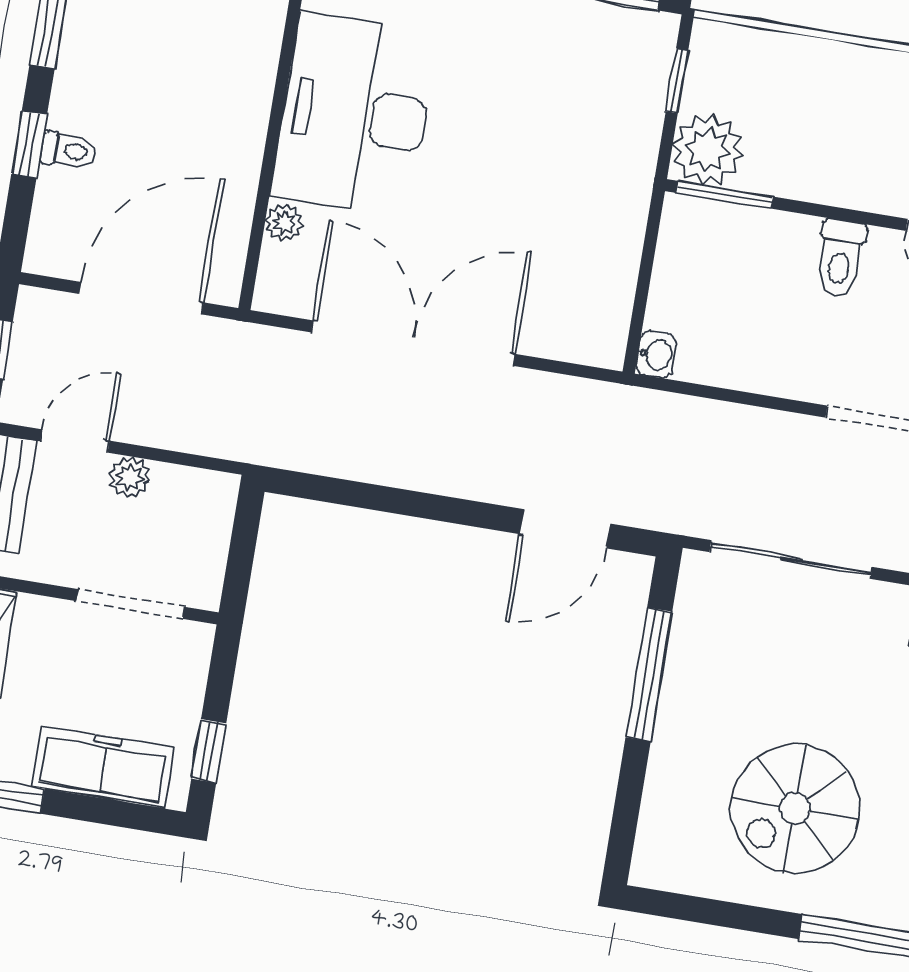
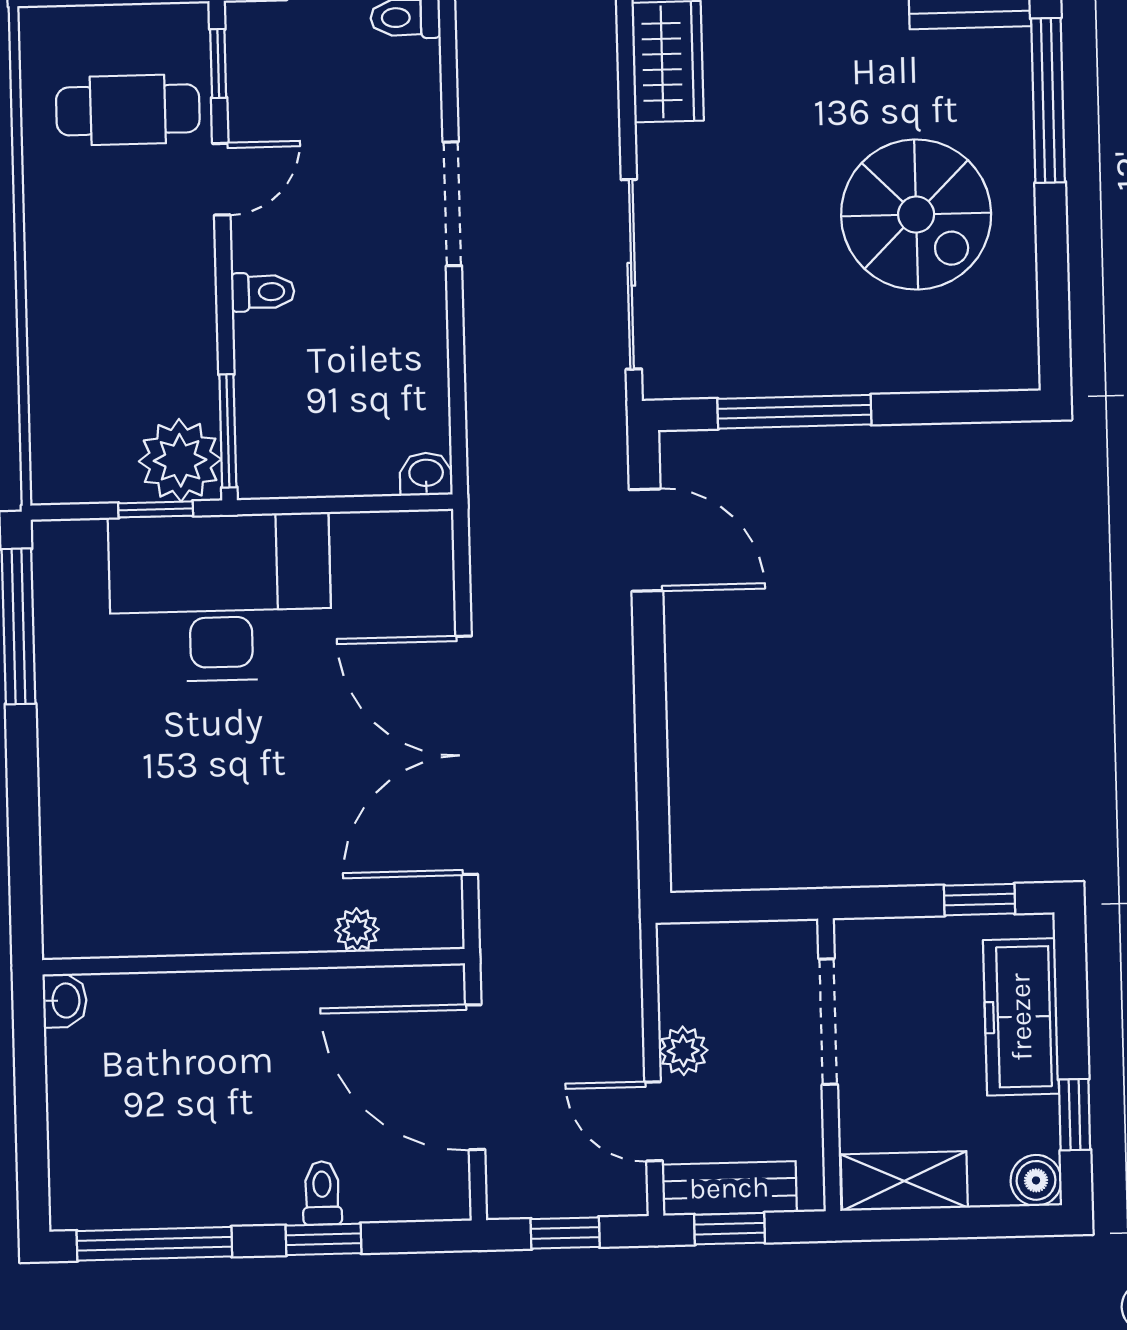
window: (677, 81) -> (156, 509), moved
desk: (355, 115) -> (220, 598), moved, turned 180
toilet: (840, 258) -> (263, 292), width x0.73, depth x0.72

